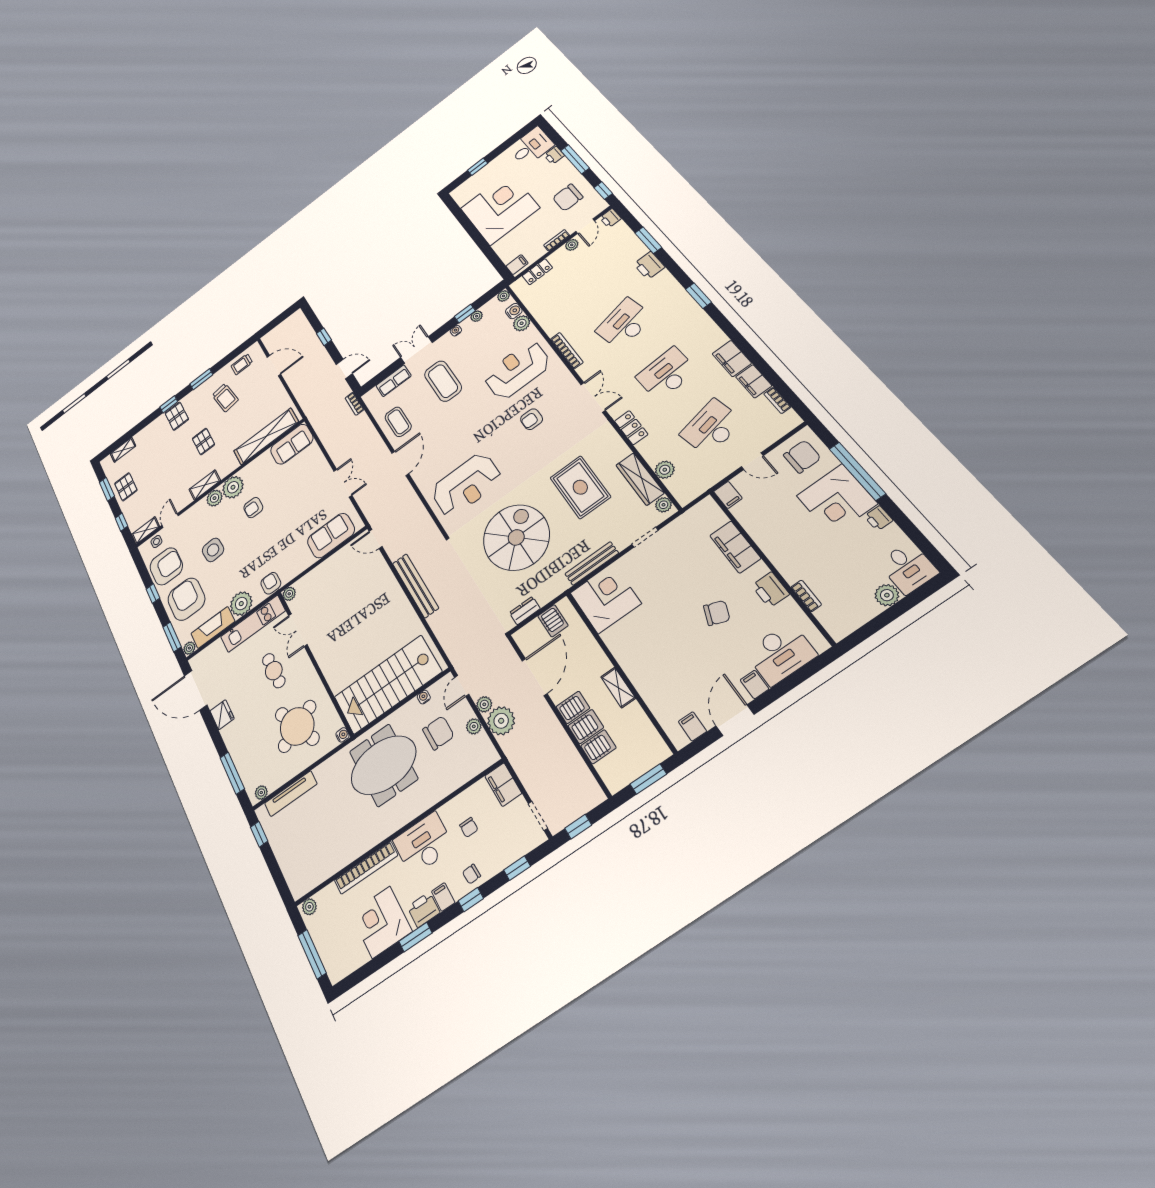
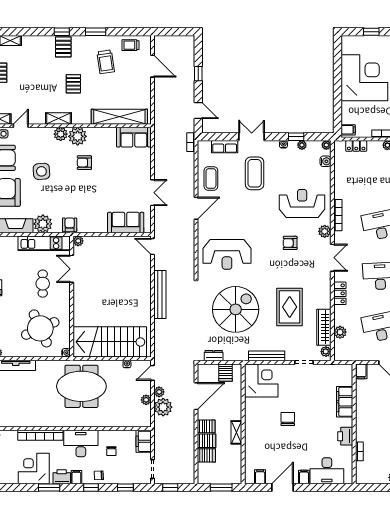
plant: (522, 323) -> (325, 231), moved
chair: (717, 613) -> (288, 419), moved, turned -111
chair: (438, 733) -> (124, 390), removed

